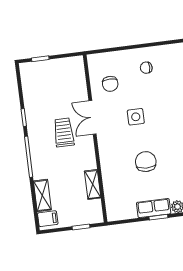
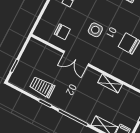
trolley: (64, 132) -> (42, 87), moved
shelving: (93, 184) -> (110, 83), moved

